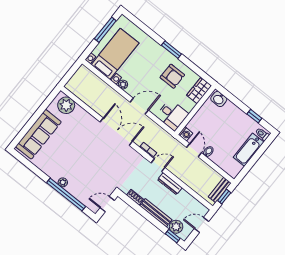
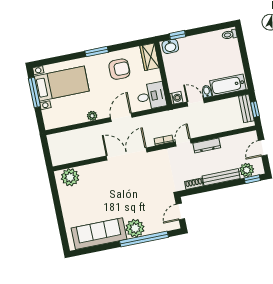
bed with nightstands: (115, 54) -> (62, 84), moved, turned 90
window: (254, 116) -> (177, 35), moved
sofa: (38, 134) -> (99, 234), moved, turned -90
bathtub: (249, 150) -> (228, 85), moved, turned 90
plant: (63, 182) -> (135, 228), width x1.87, depth x1.87

